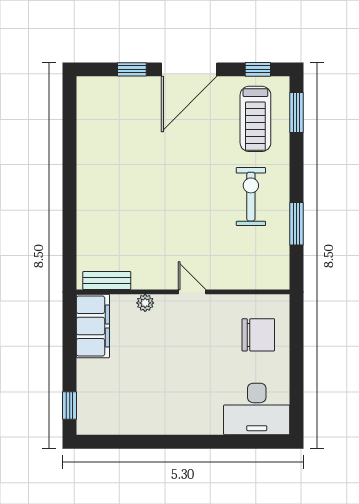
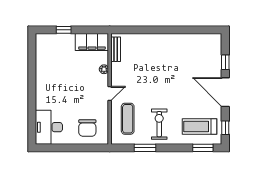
exercise bike: (251, 197) -> (159, 124), turned -90
exercise mat: (240, 257) -> (128, 119), added
window: (70, 405) -> (64, 30), moved

